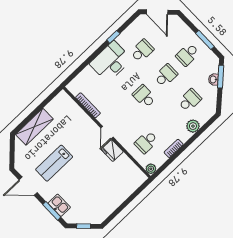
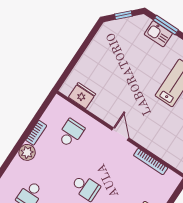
plant: (193, 126) -> (27, 152), moved
fridge: (112, 151) -> (82, 96), moved
plant: (151, 169) -> (58, 102), removed

